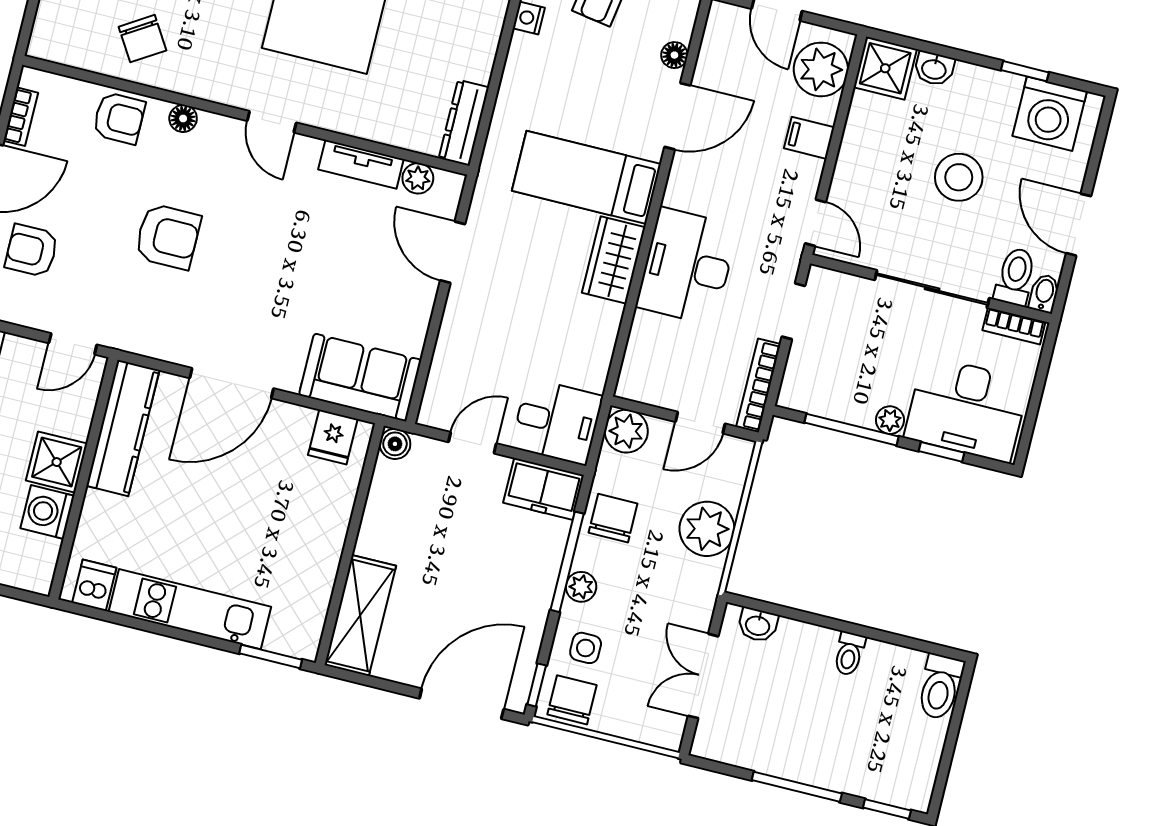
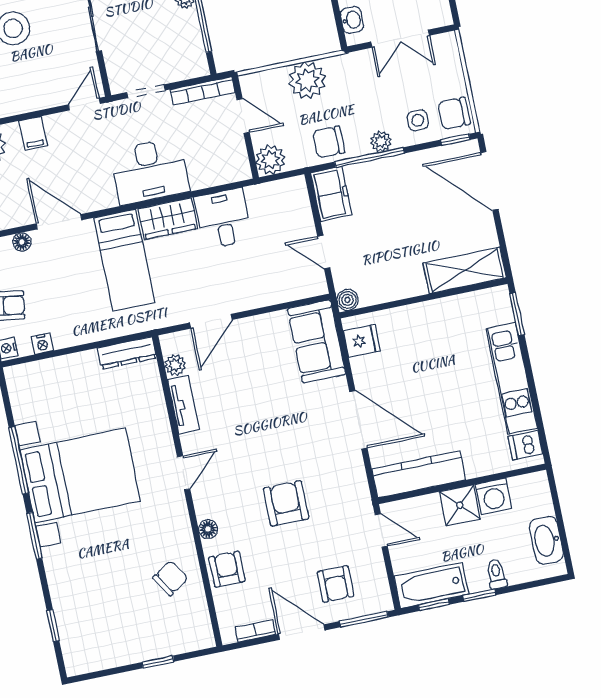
desk: (557, 422) -> (223, 219), moved

